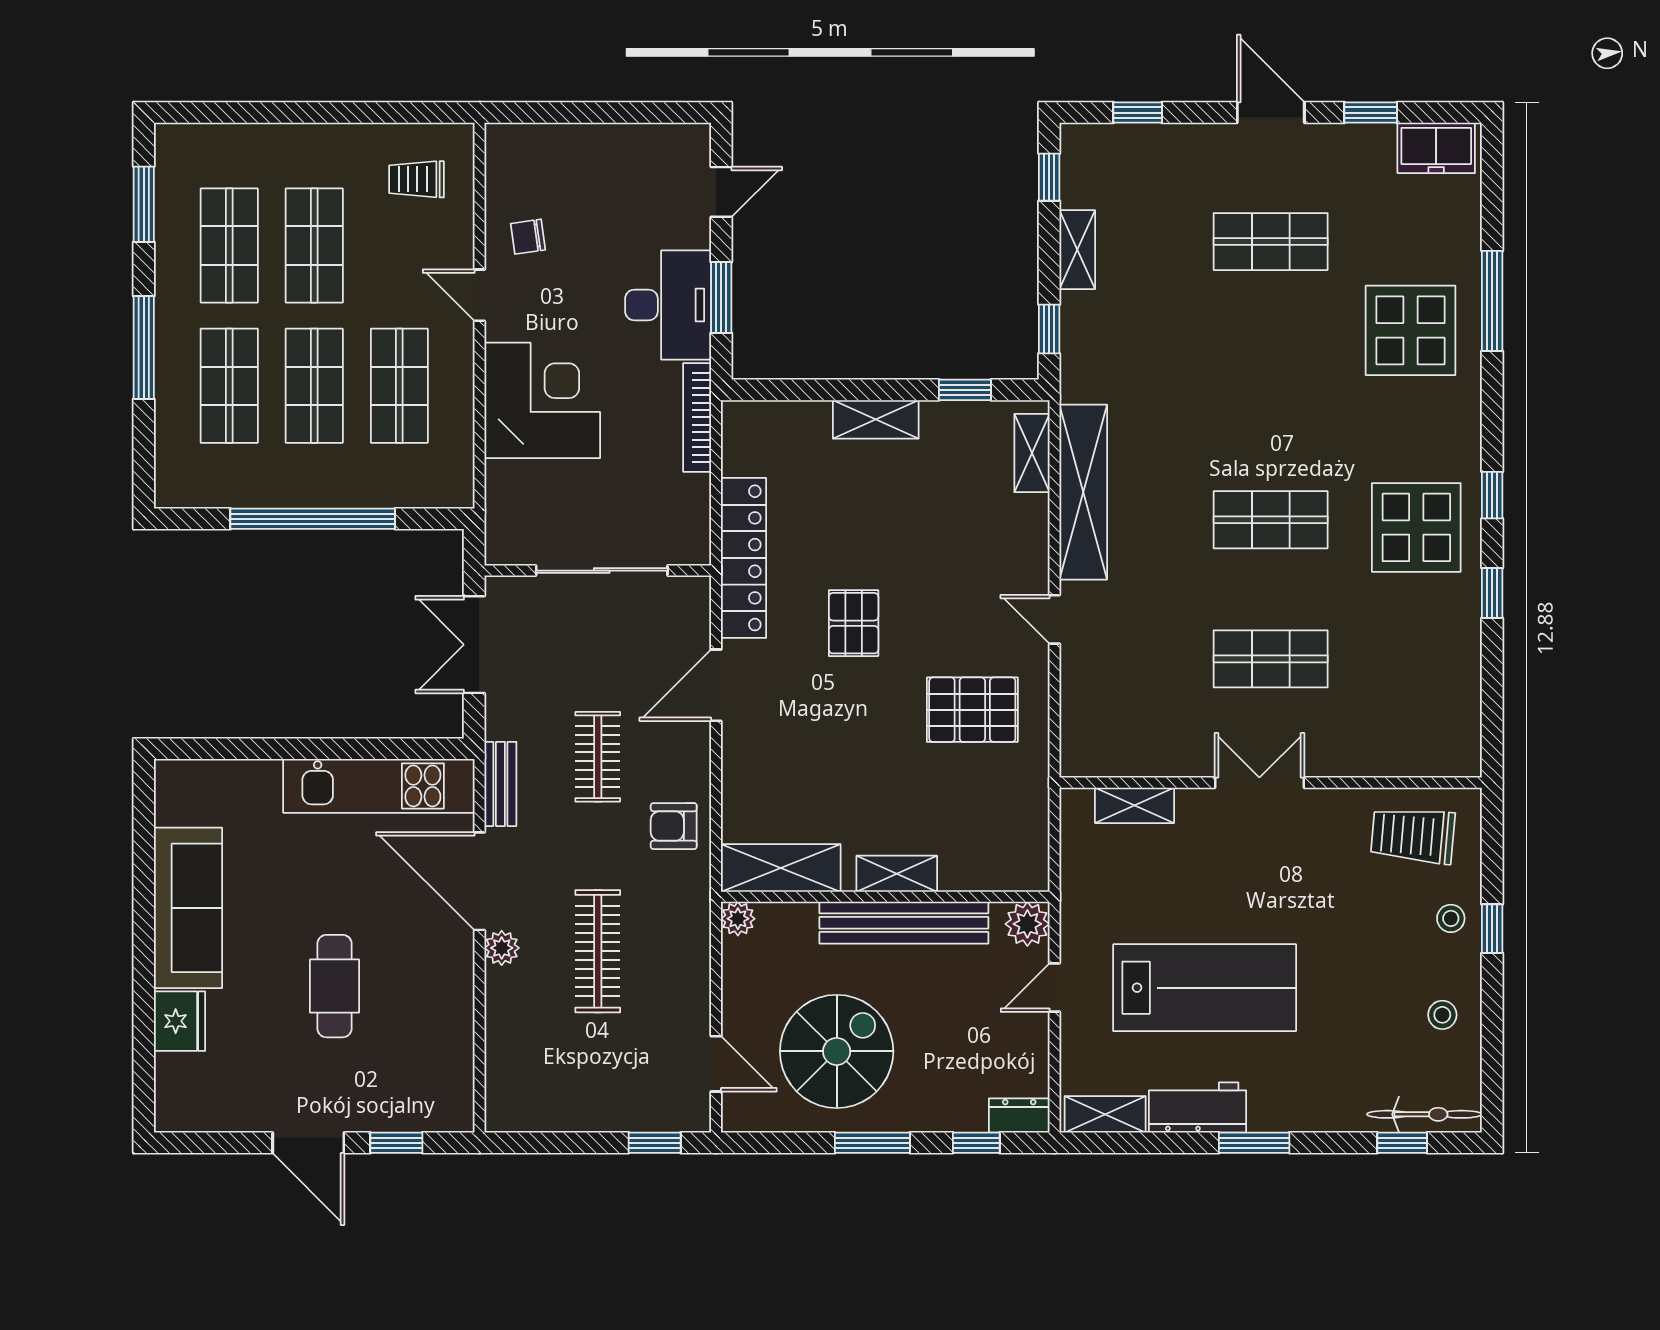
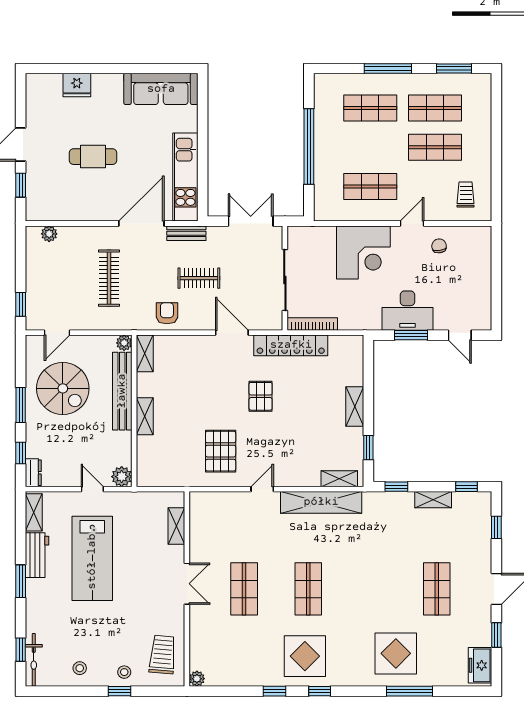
shop shelf: (314, 386) -> (370, 147), removed
bookcase: (697, 417) -> (312, 324), moved
pallet: (854, 623) -> (261, 396), turned 90
plant: (1465, 761) -> (197, 679), added
shelving: (781, 868) -> (145, 353), width x0.67, depth x0.75
sofa: (188, 908) -> (161, 89), moved
bench: (904, 923) -> (122, 391), moved
plant: (502, 948) -> (49, 234), moved
clothes rail: (598, 951) -> (109, 278), turned 90

